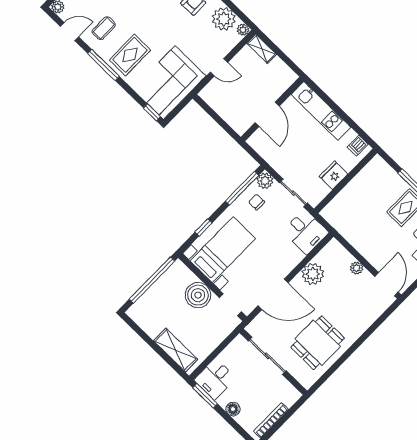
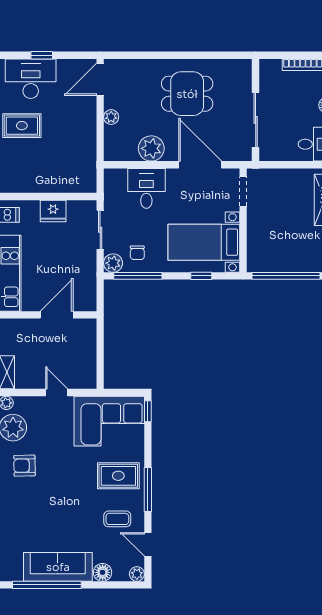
desk: (306, 232) -> (146, 188), moved
boiler: (198, 295) -> (261, 226), removed
dining table: (318, 343) -> (187, 94), moved

